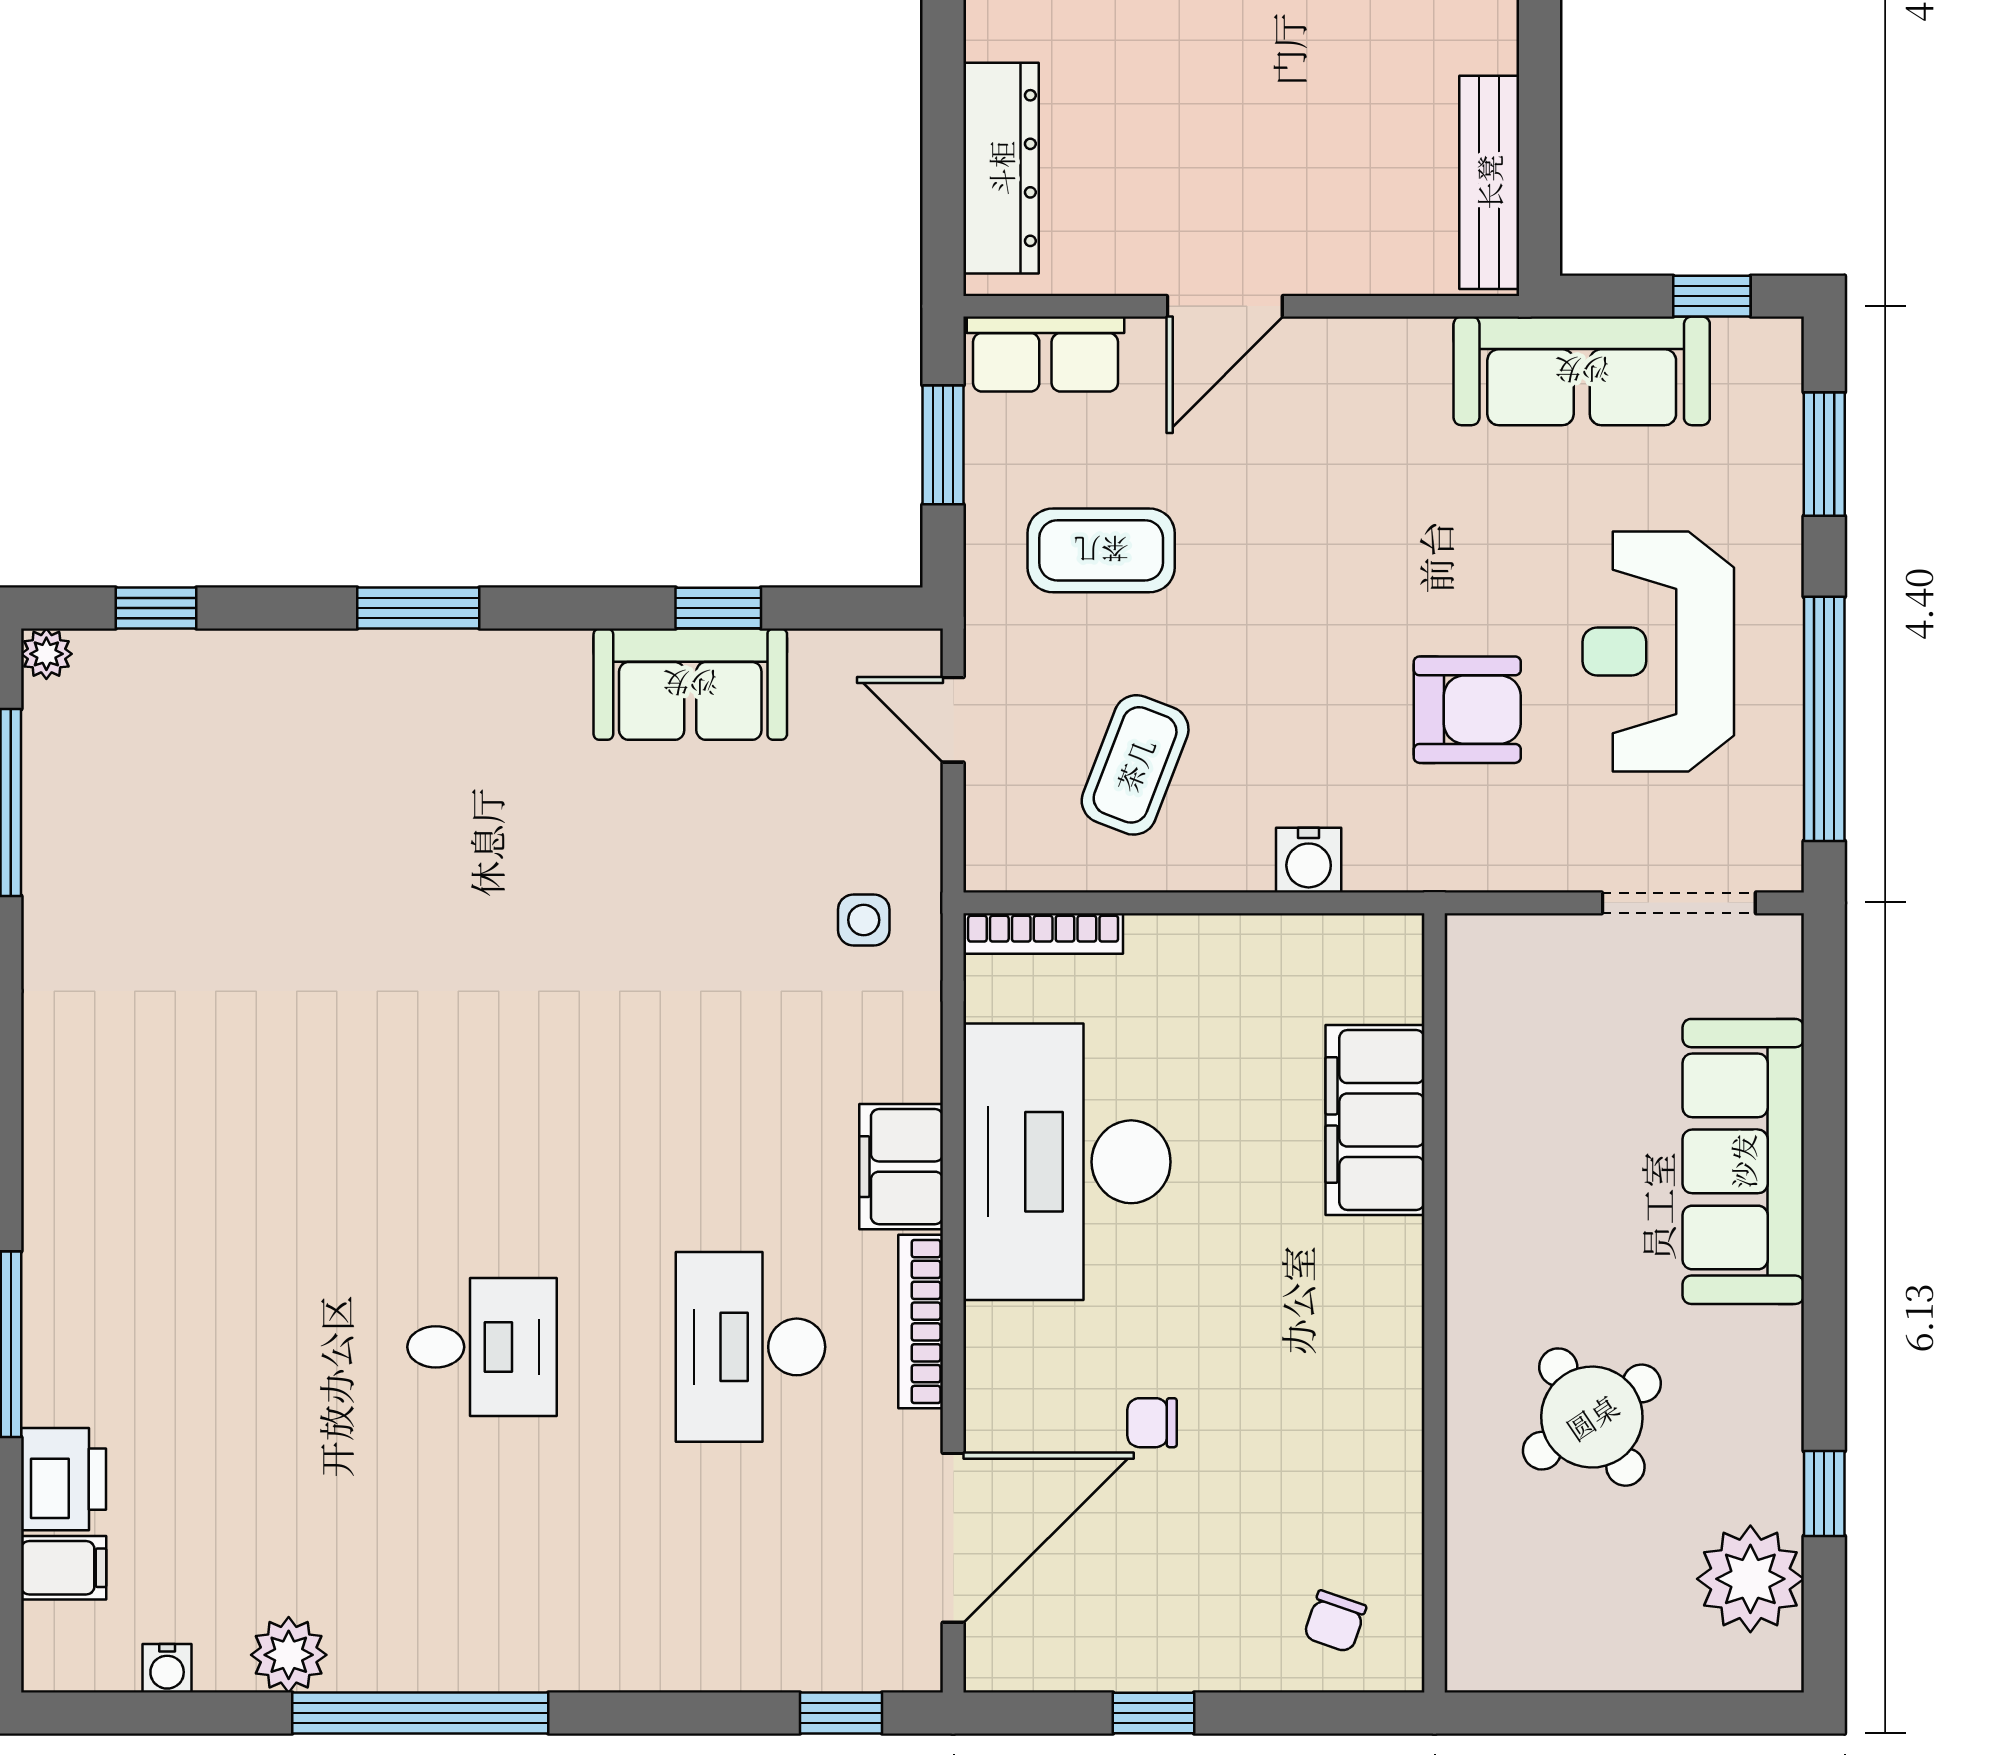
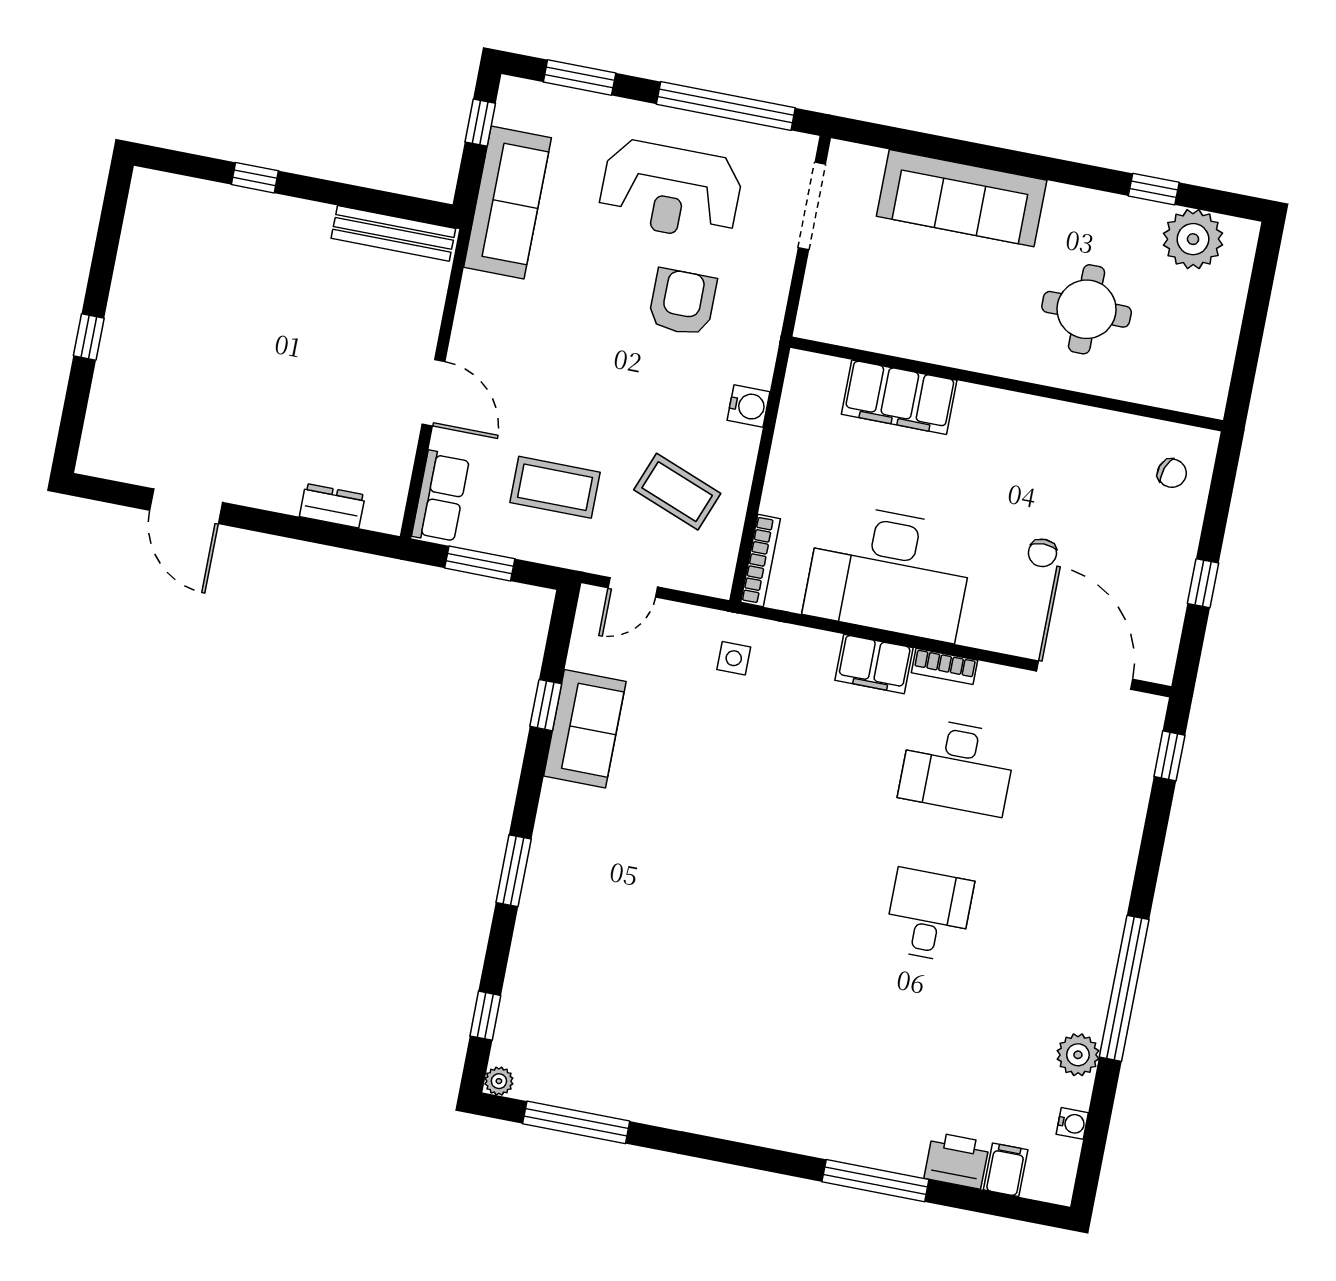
dresser: (1001, 168) -> (332, 506), width x0.51, depth x0.80
coffee table: (1101, 550) -> (555, 487), turned 90
bookcase: (921, 1322) -> (944, 666), width x0.64
round table: (1592, 1417) -> (1087, 309), turned 34

